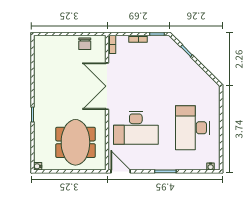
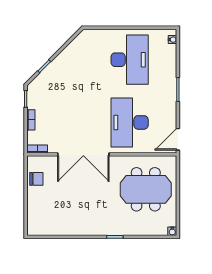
desk: (136, 128) -> (130, 122), turned 180
desk: (192, 128) -> (130, 60), turned -90

